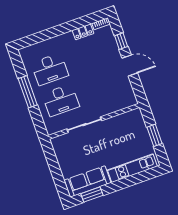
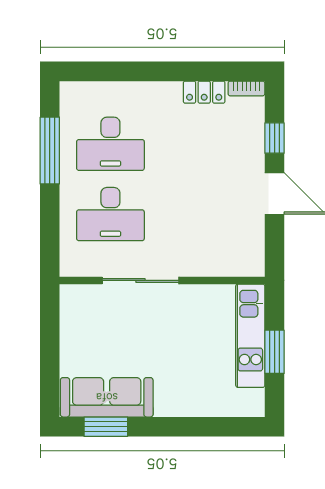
window: (28, 92) -> (50, 151), moved
kitchen unit: (132, 168) -> (250, 336), moved, turned -90

